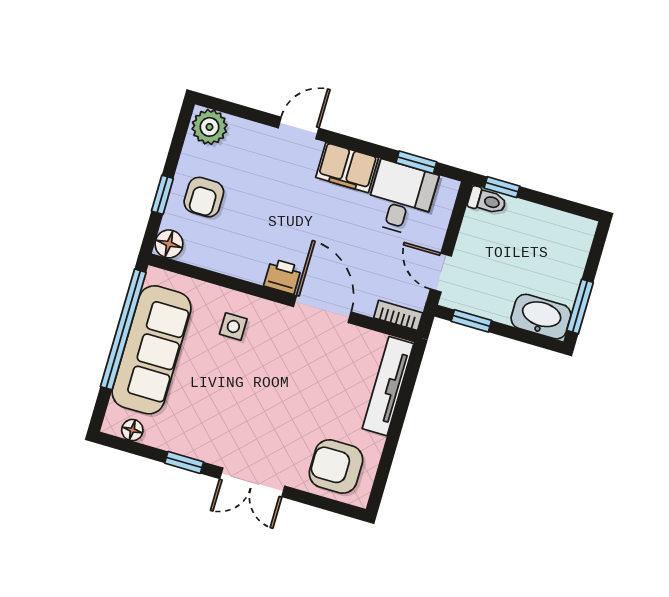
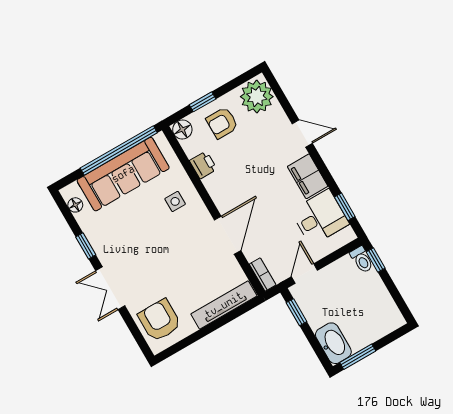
plant: (209, 127) -> (257, 97), width x1.36, depth x1.36
printer: (283, 276) -> (203, 165), moved

